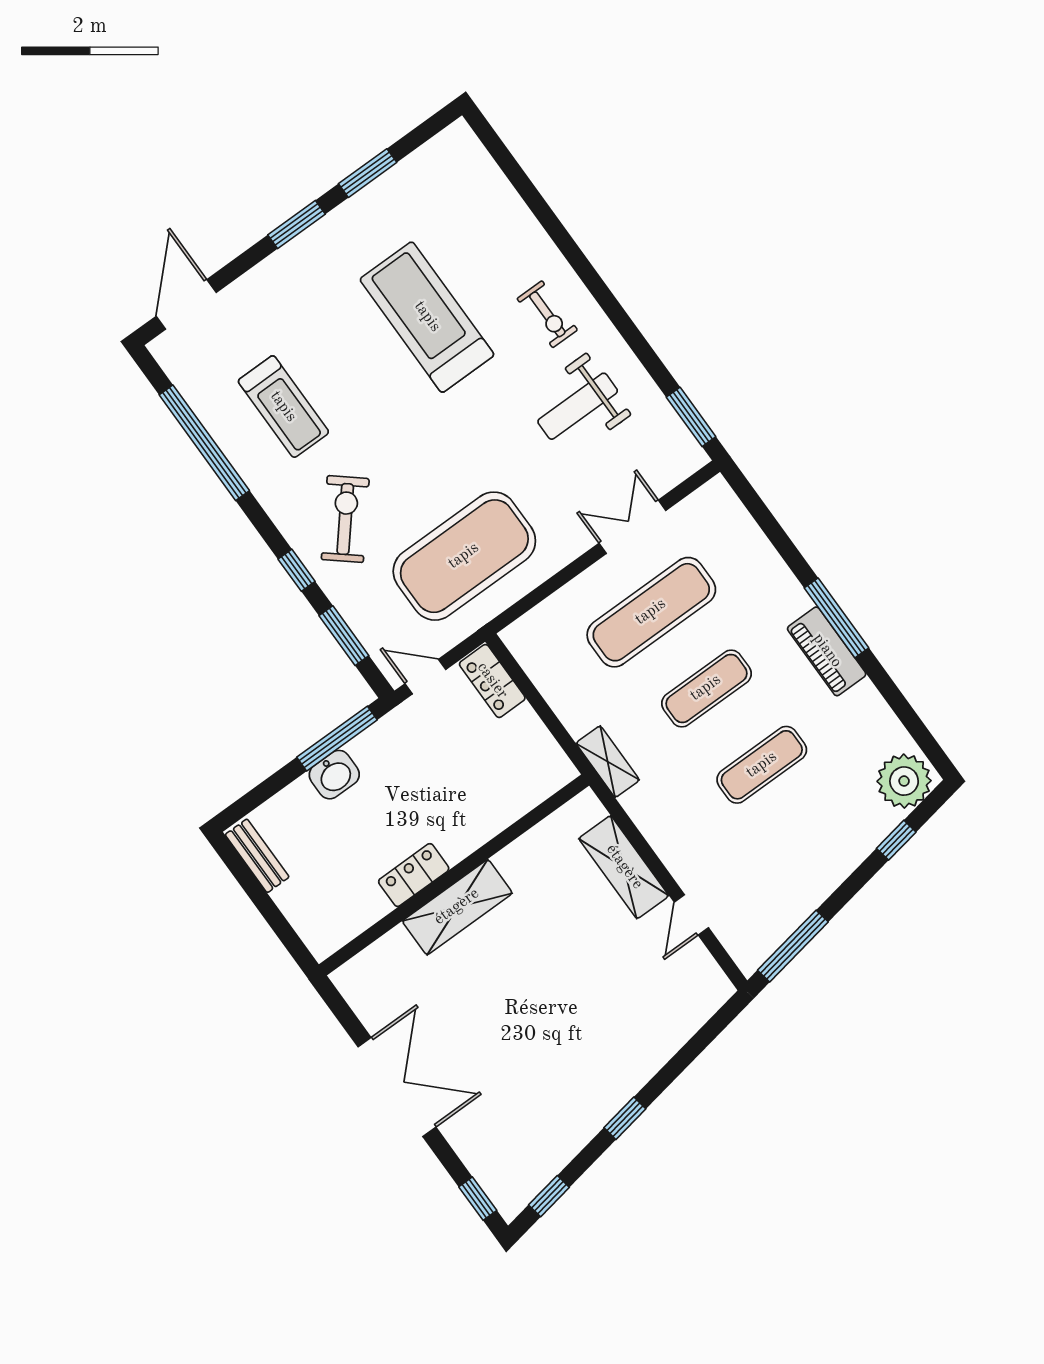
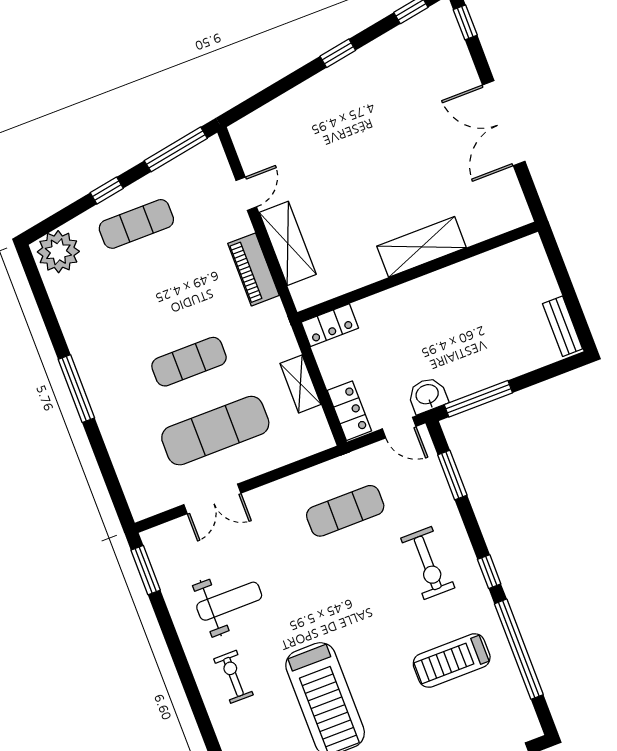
treadmill: (283, 407) -> (452, 661), turned -90
exercise bike: (345, 519) -> (428, 563), turned -40
exercise mat: (464, 556) -> (345, 511), width x0.50, depth x0.69
window: (297, 570) -> (489, 572), moved
piano: (827, 651) -> (253, 269), moved, turned 180
shelving: (608, 762) -> (300, 384), moved
exercise mat: (762, 765) -> (136, 224), moved
washbasin: (334, 775) -> (427, 395), moved
window: (896, 840) -> (107, 191), moved
locker: (414, 875) -> (330, 325), moved

